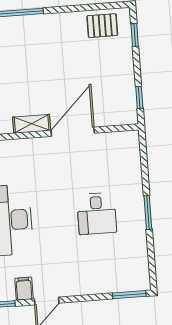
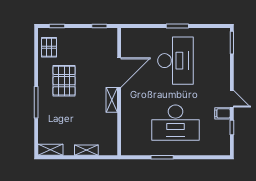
pallet: (55, 51) -> (64, 81), added
door: (73, 132) -> (119, 73), swing flipped
desk: (97, 214) -> (175, 61), width x1.87, depth x1.30

